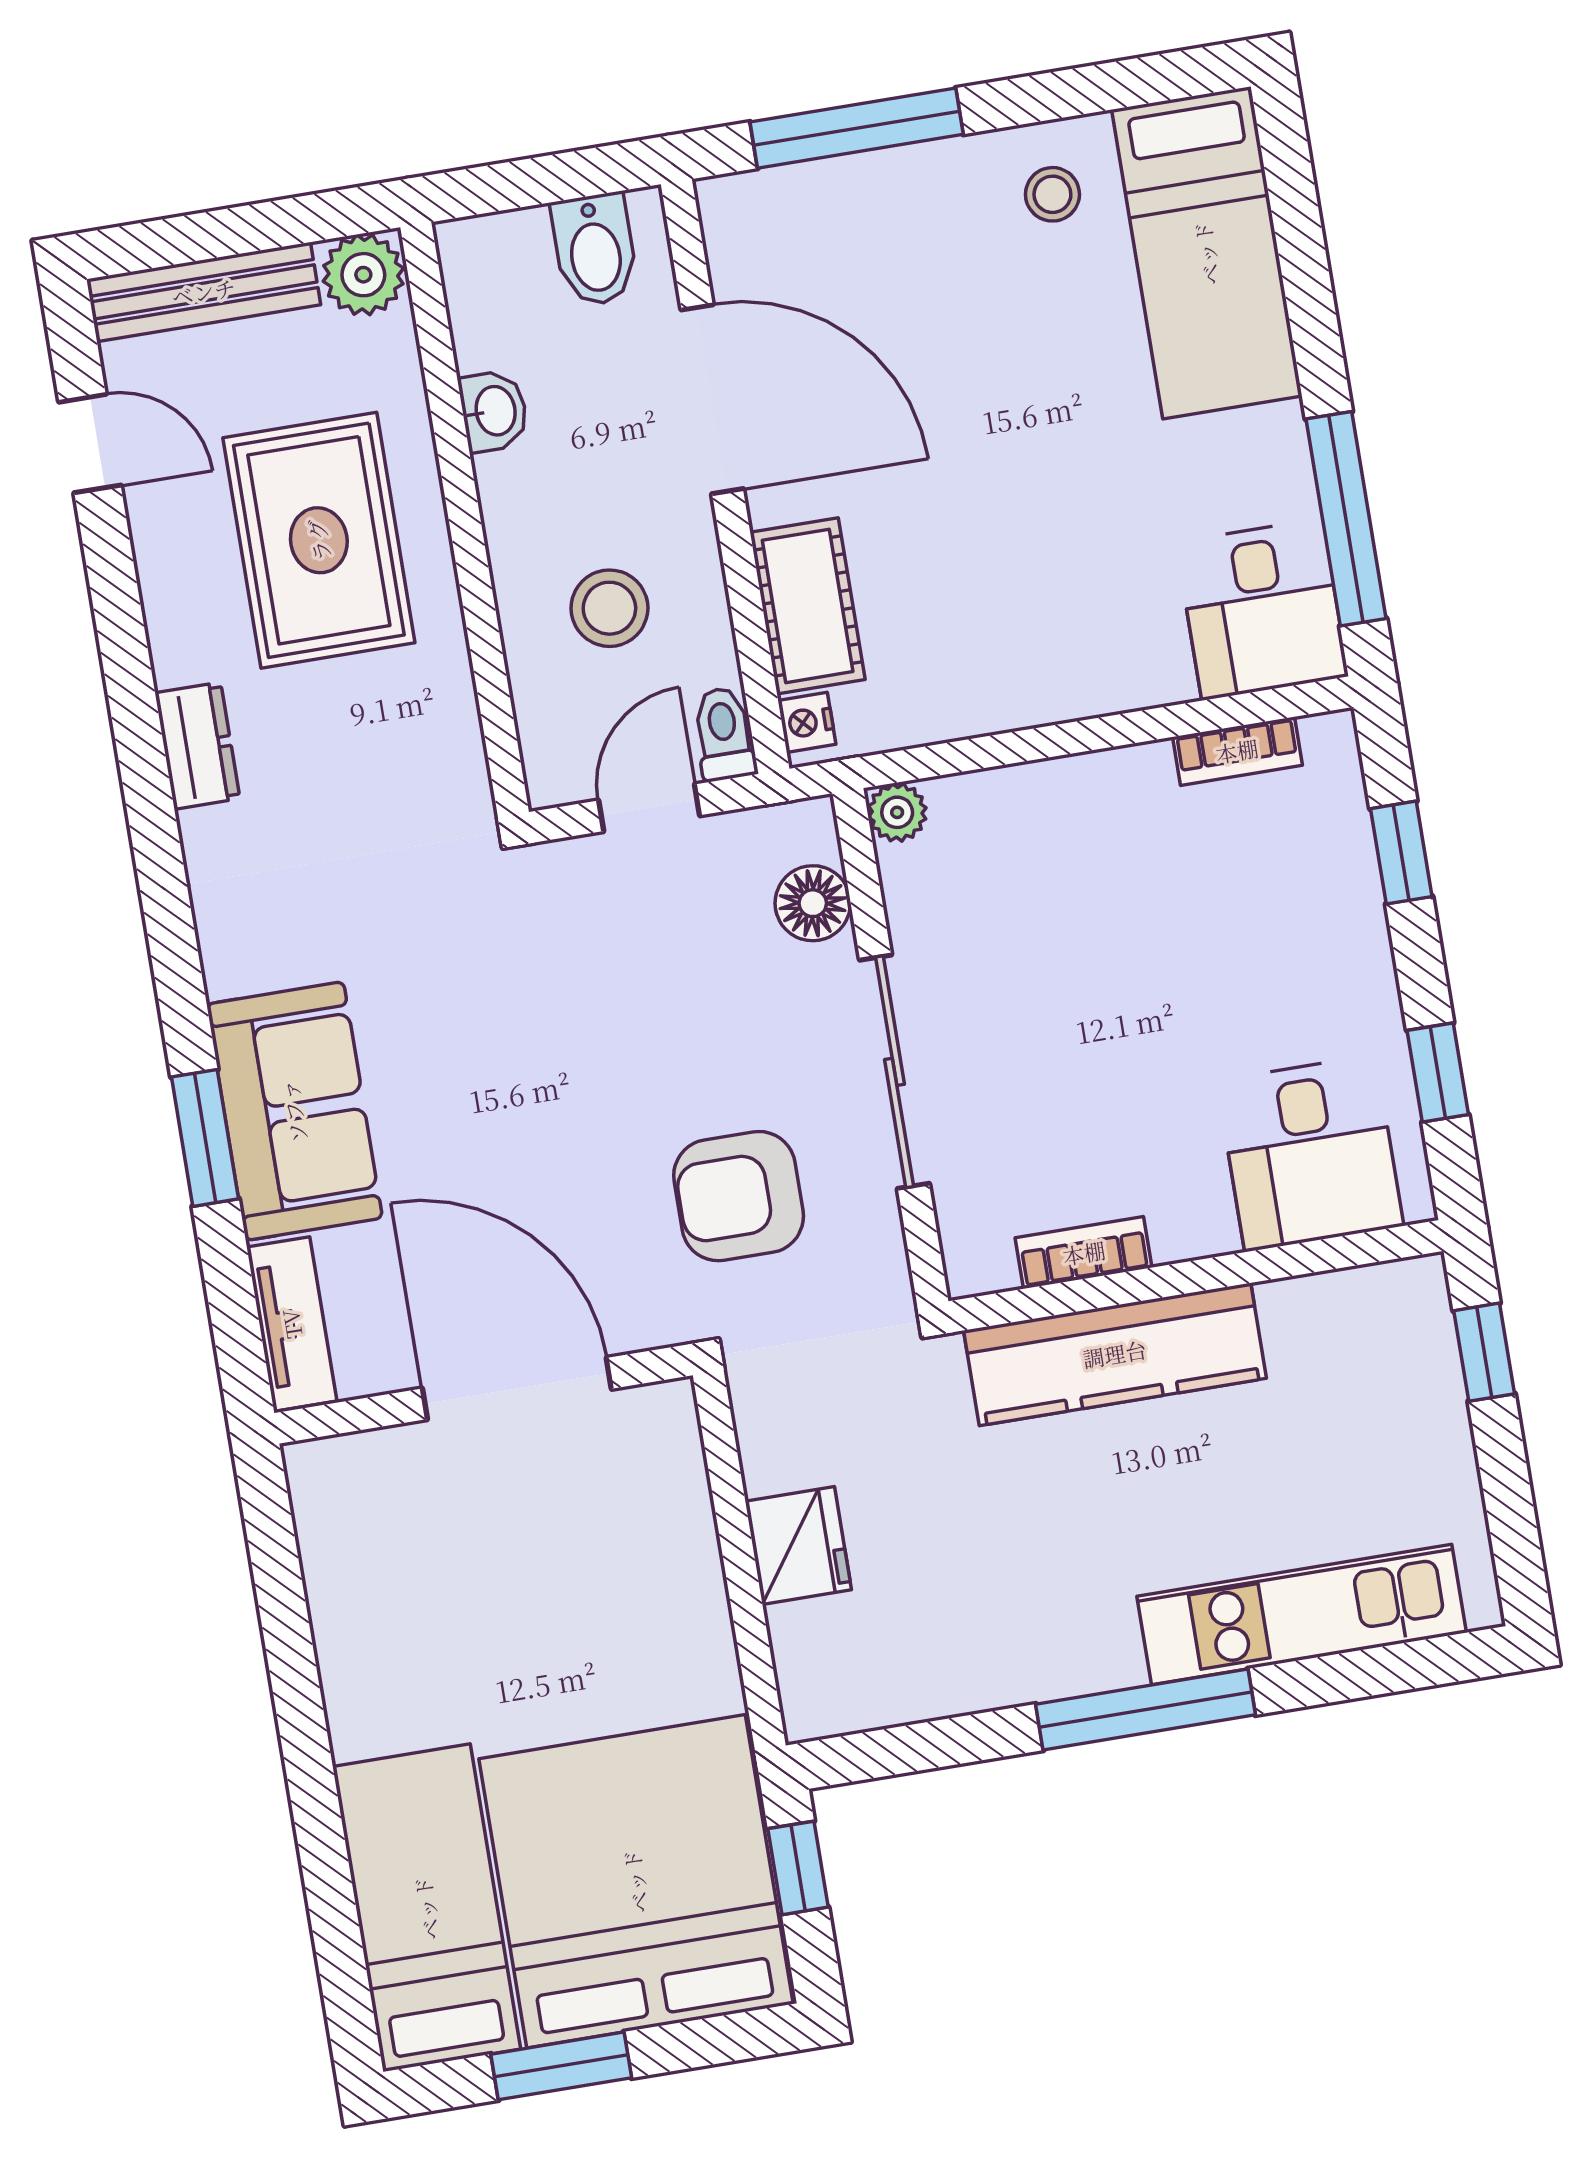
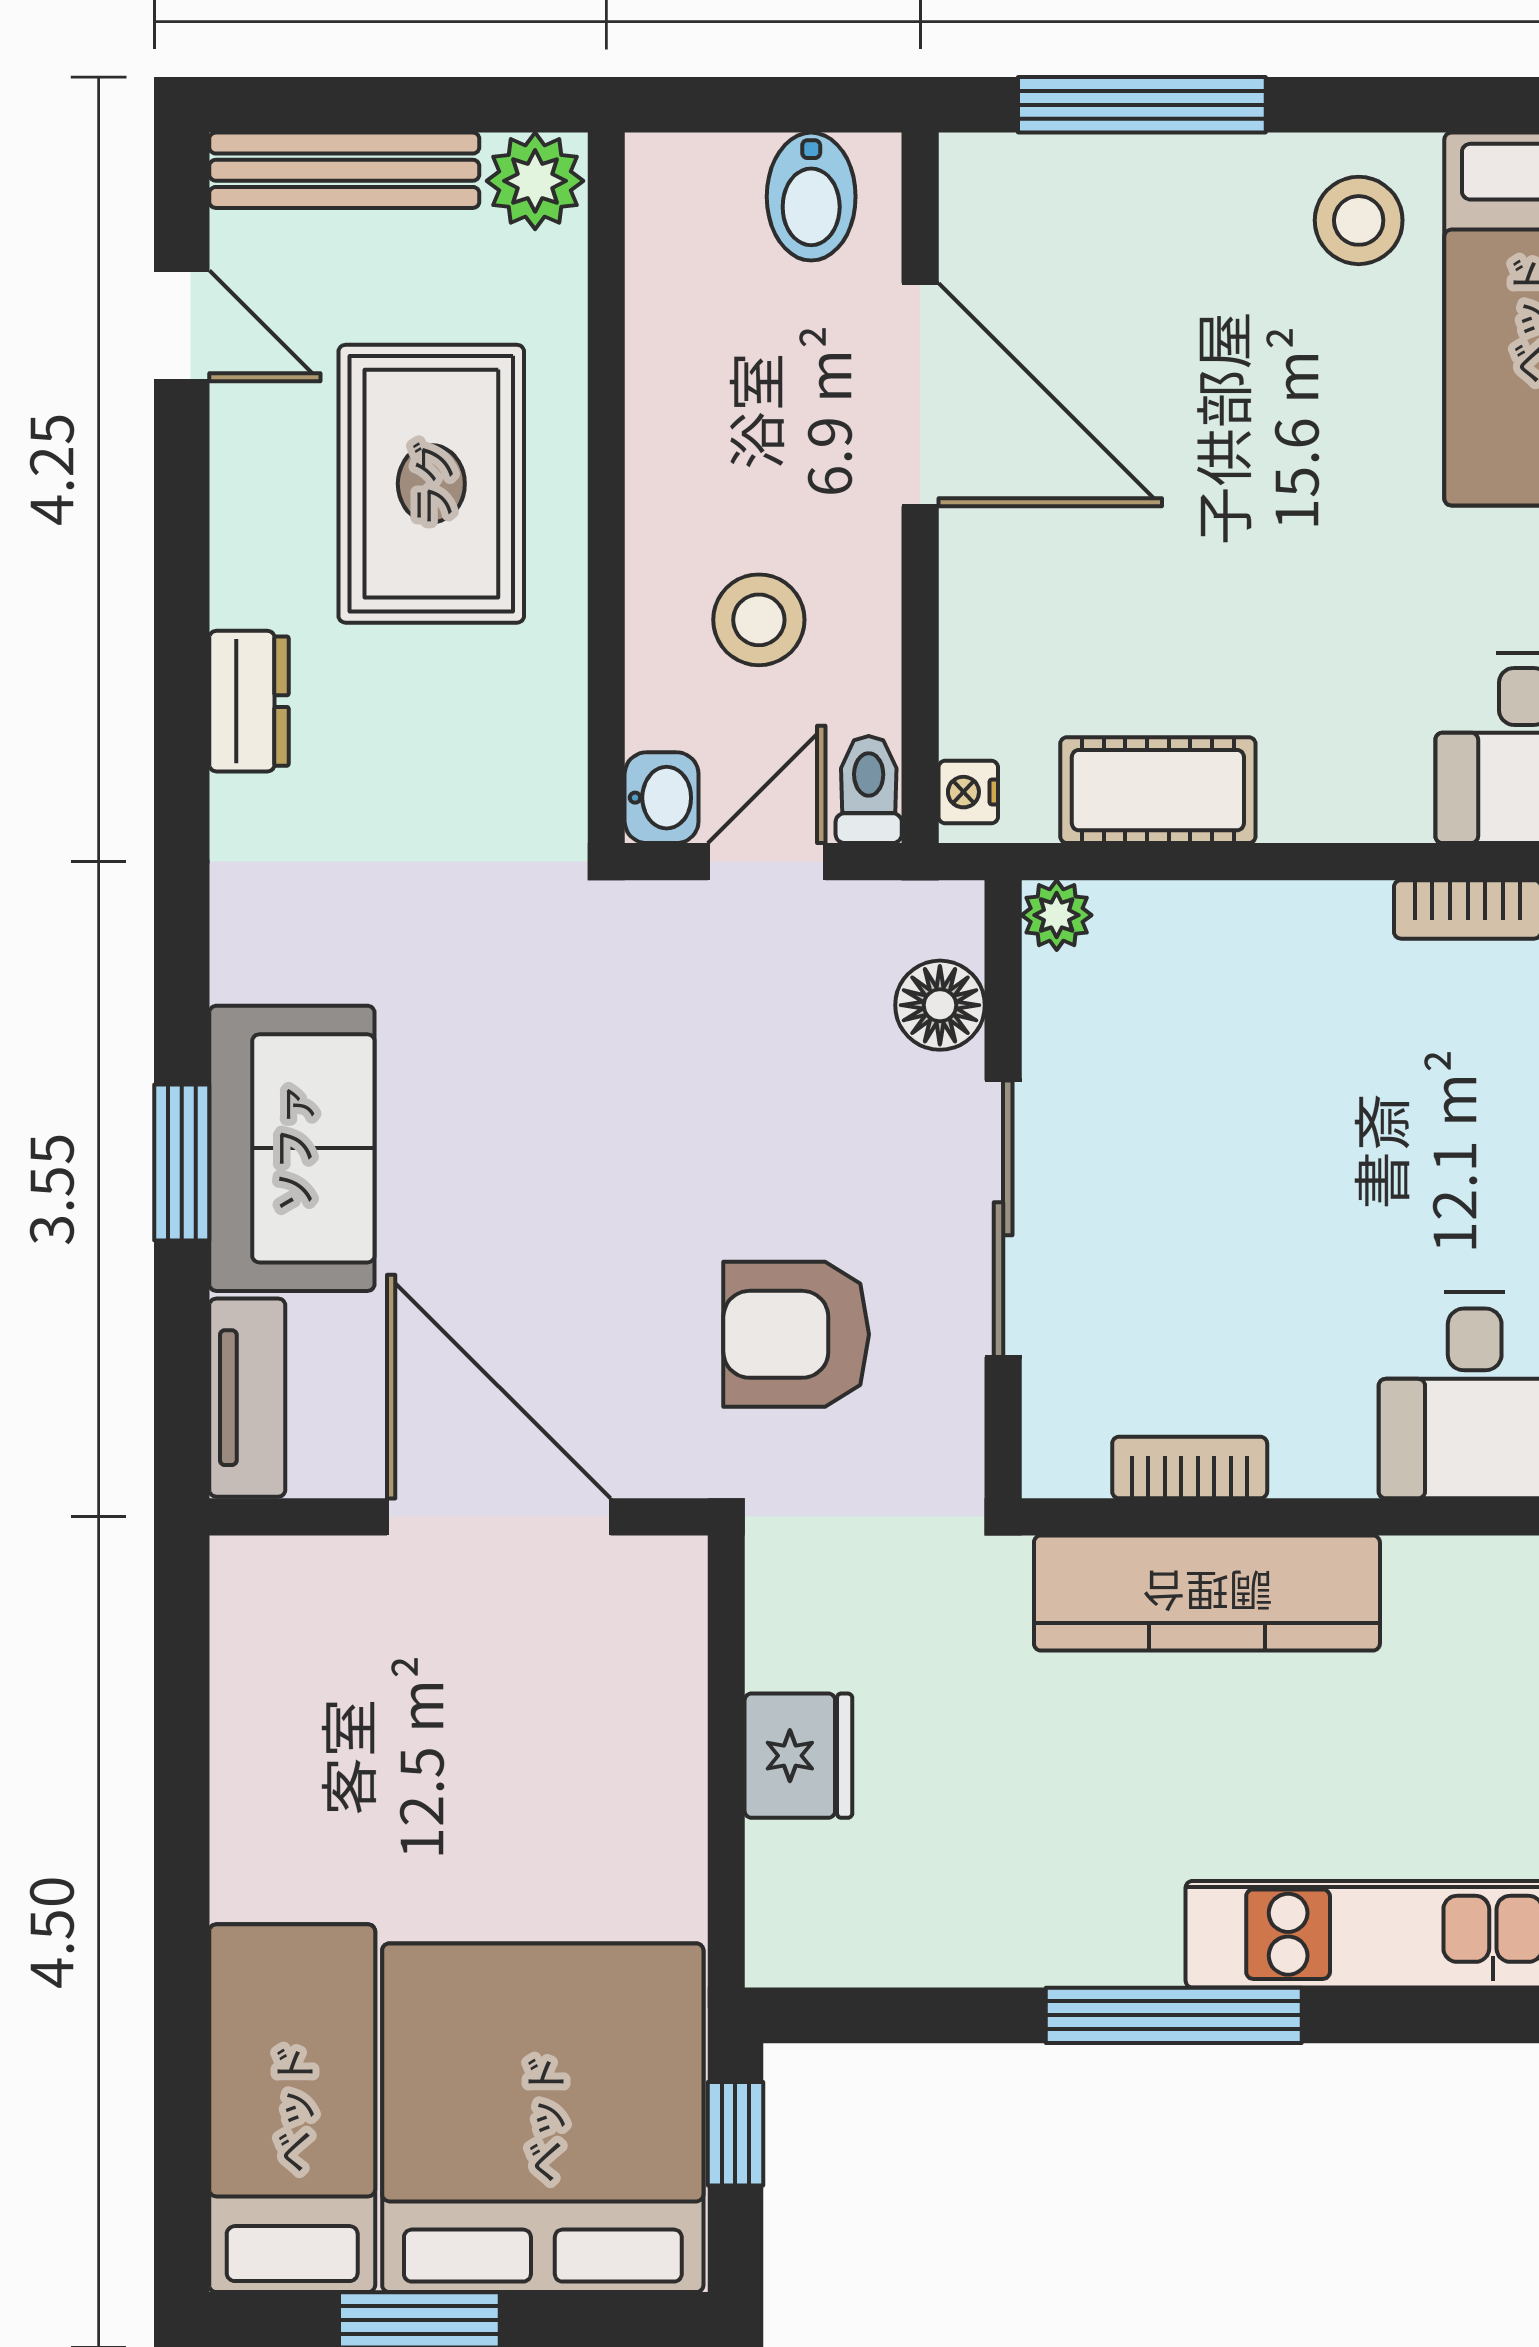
stool: (1052, 194) -> (1359, 220), width x1.37, depth x1.37
washbasin: (494, 411) -> (662, 798), moved
cot: (808, 606) -> (1158, 790), moved, turned 90

